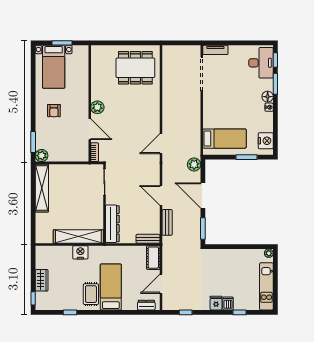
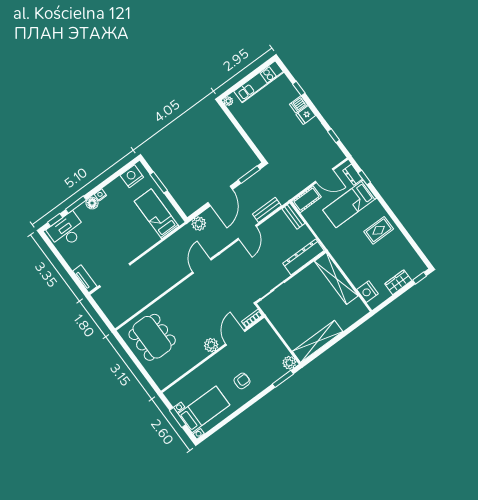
door: (161, 144) -> (202, 266), swing flipped
nightstand: (80, 252) -> (368, 292), moved
bed: (111, 287) -> (350, 204), moved
window: (70, 312) -> (364, 178), moved

